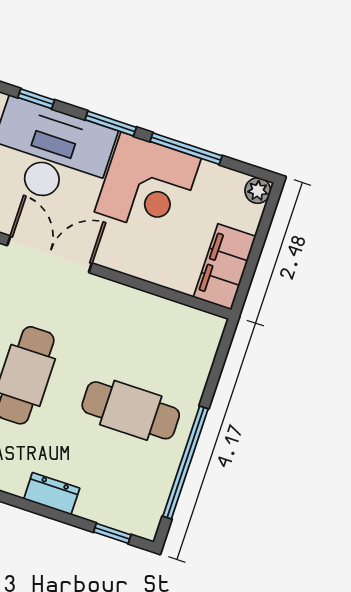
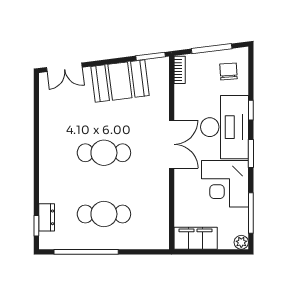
window: (186, 149) -> (251, 213), moved
cafe table: (131, 410) -> (104, 214), turned 90
dresser: (52, 494) -> (47, 217), moved

